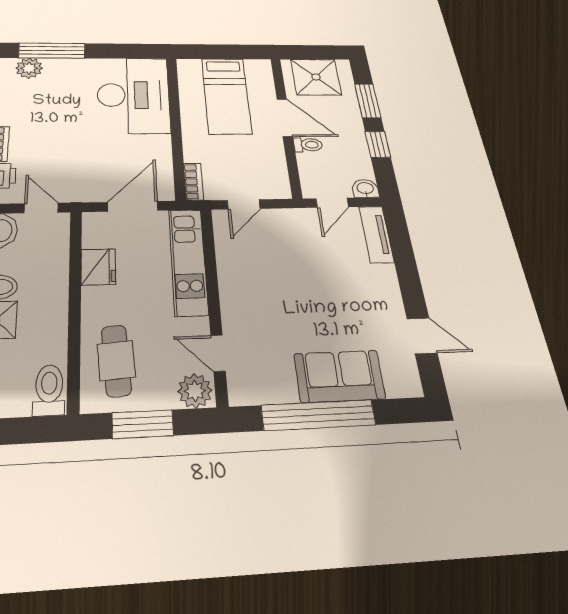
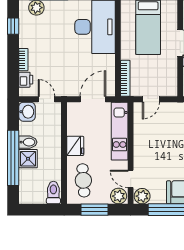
bookcase: (193, 182) -> (125, 78), width x1.56
fridge: (98, 267) -> (75, 146), moved
plant: (246, 389) -> (142, 196), added

